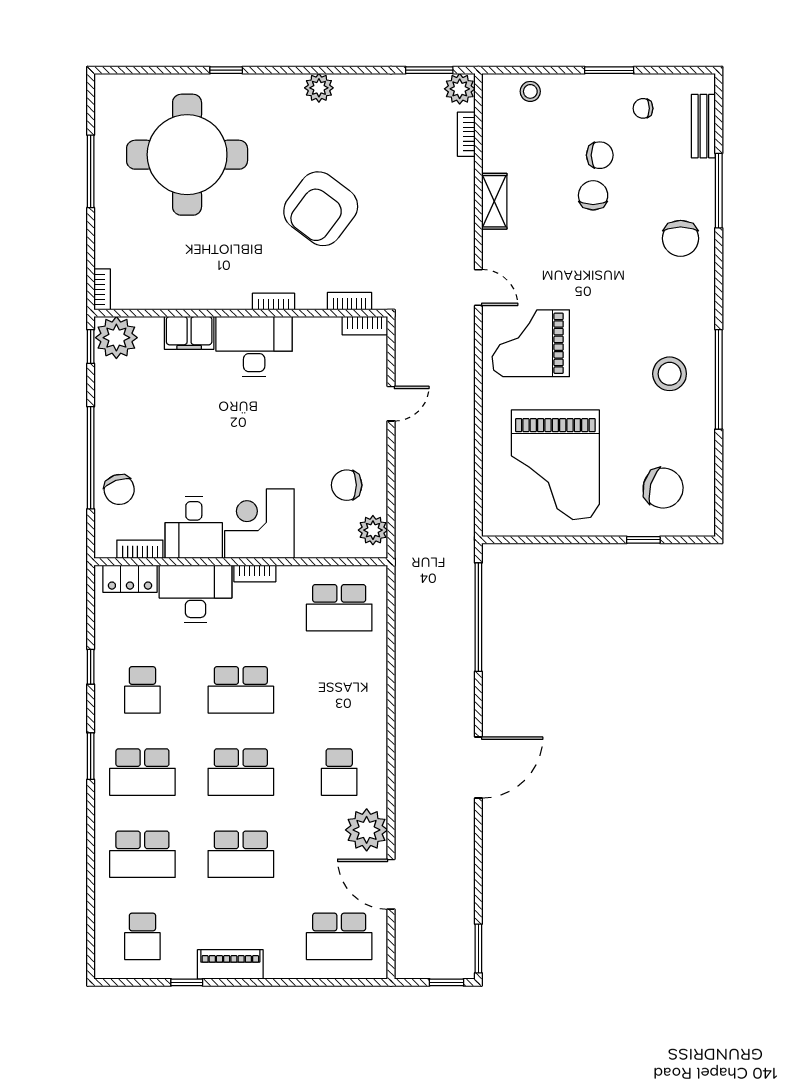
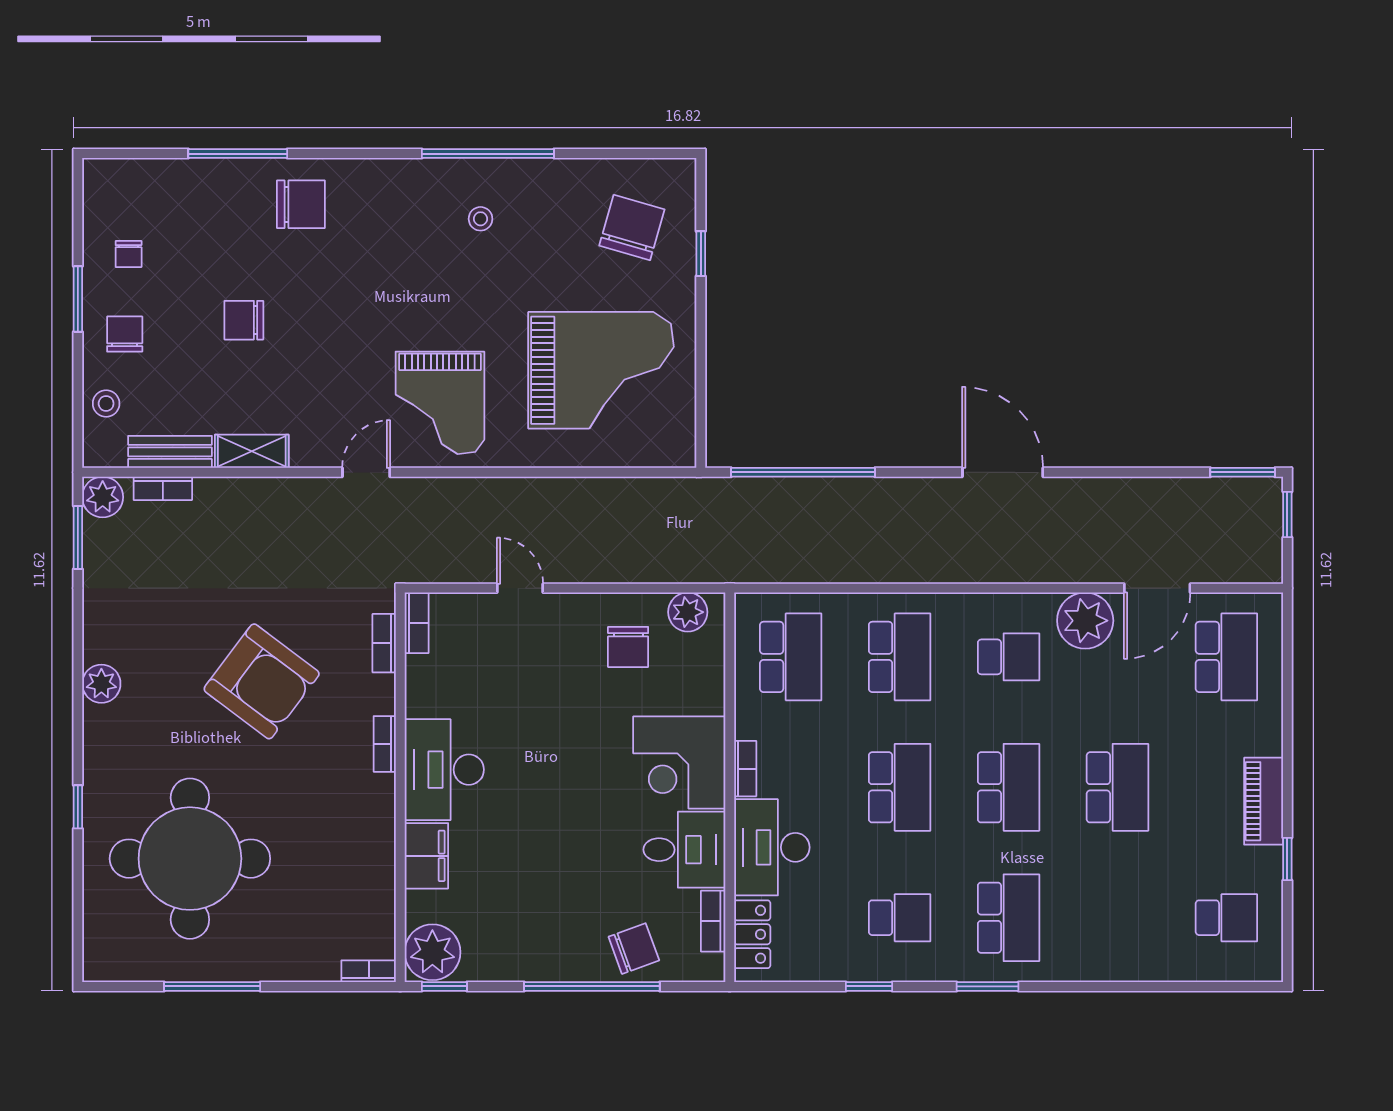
bench: (703, 126) -> (170, 452), moved
chair: (600, 155) -> (125, 334), moved
stool: (670, 374) -> (481, 219), width x0.53, depth x0.53
school desk: (142, 854) -> (900, 657), moved

